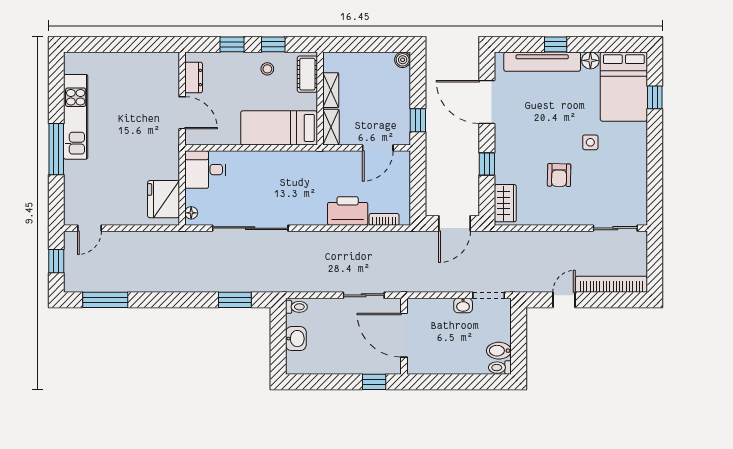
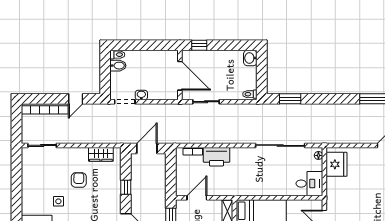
wardrobe: (505, 203) -> (101, 154), moved, turned -90
washbasin: (296, 339) -> (250, 58), moved

